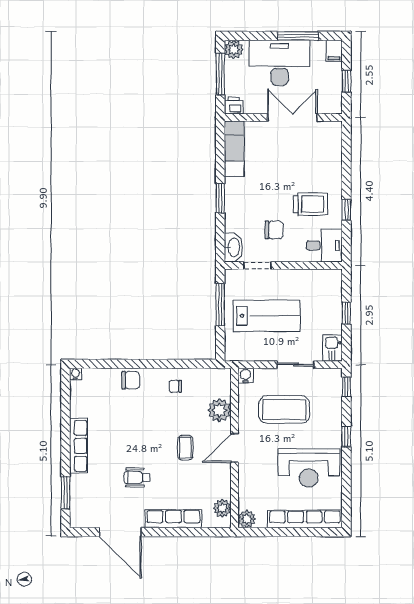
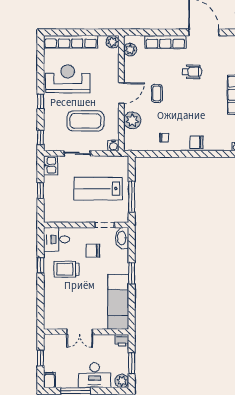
desk: (280, 63) -> (95, 375), width x0.73, depth x0.77
window: (220, 74) -> (132, 363), width x0.69
double door: (292, 117) -> (80, 332), width x0.73
exam couch: (234, 149) -> (118, 302), width x1.36, depth x1.45

